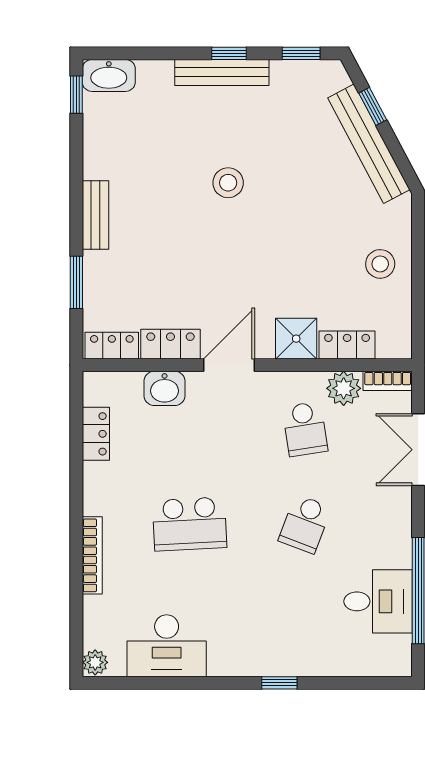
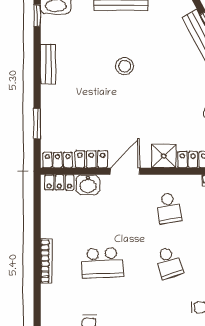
bench: (96, 215) -> (48, 64), moved
plant: (344, 388) -> (191, 185), removed
locker: (96, 434) -> (59, 182), moved, turned 90
school desk: (305, 524) -> (169, 263), turned -39
bookcase: (92, 555) -> (46, 261), moved

